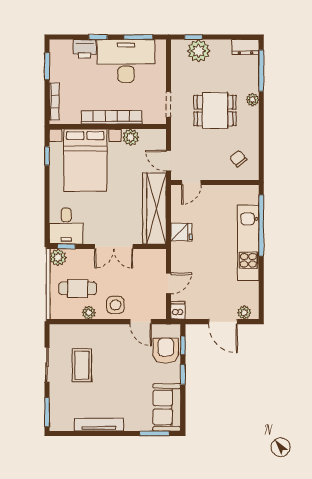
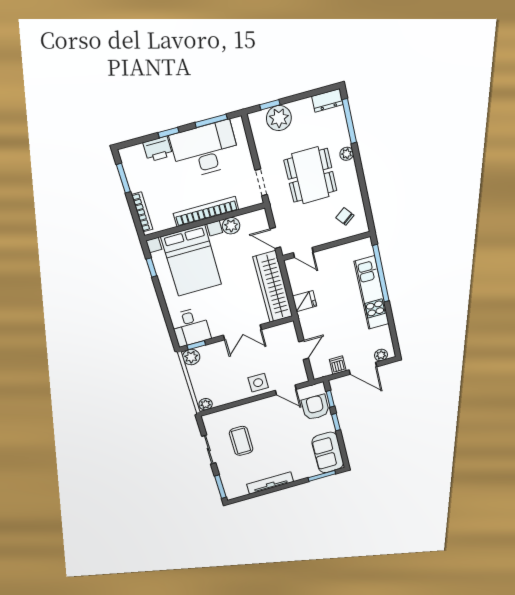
dining table: (215, 111) -> (311, 175), width x1.38
door: (191, 183) -> (303, 252), hinge flipped
cafe table: (78, 288) -> (218, 378), removed
dishwasher: (178, 310) -> (338, 365), moved
plant: (89, 313) -> (206, 404), moved

